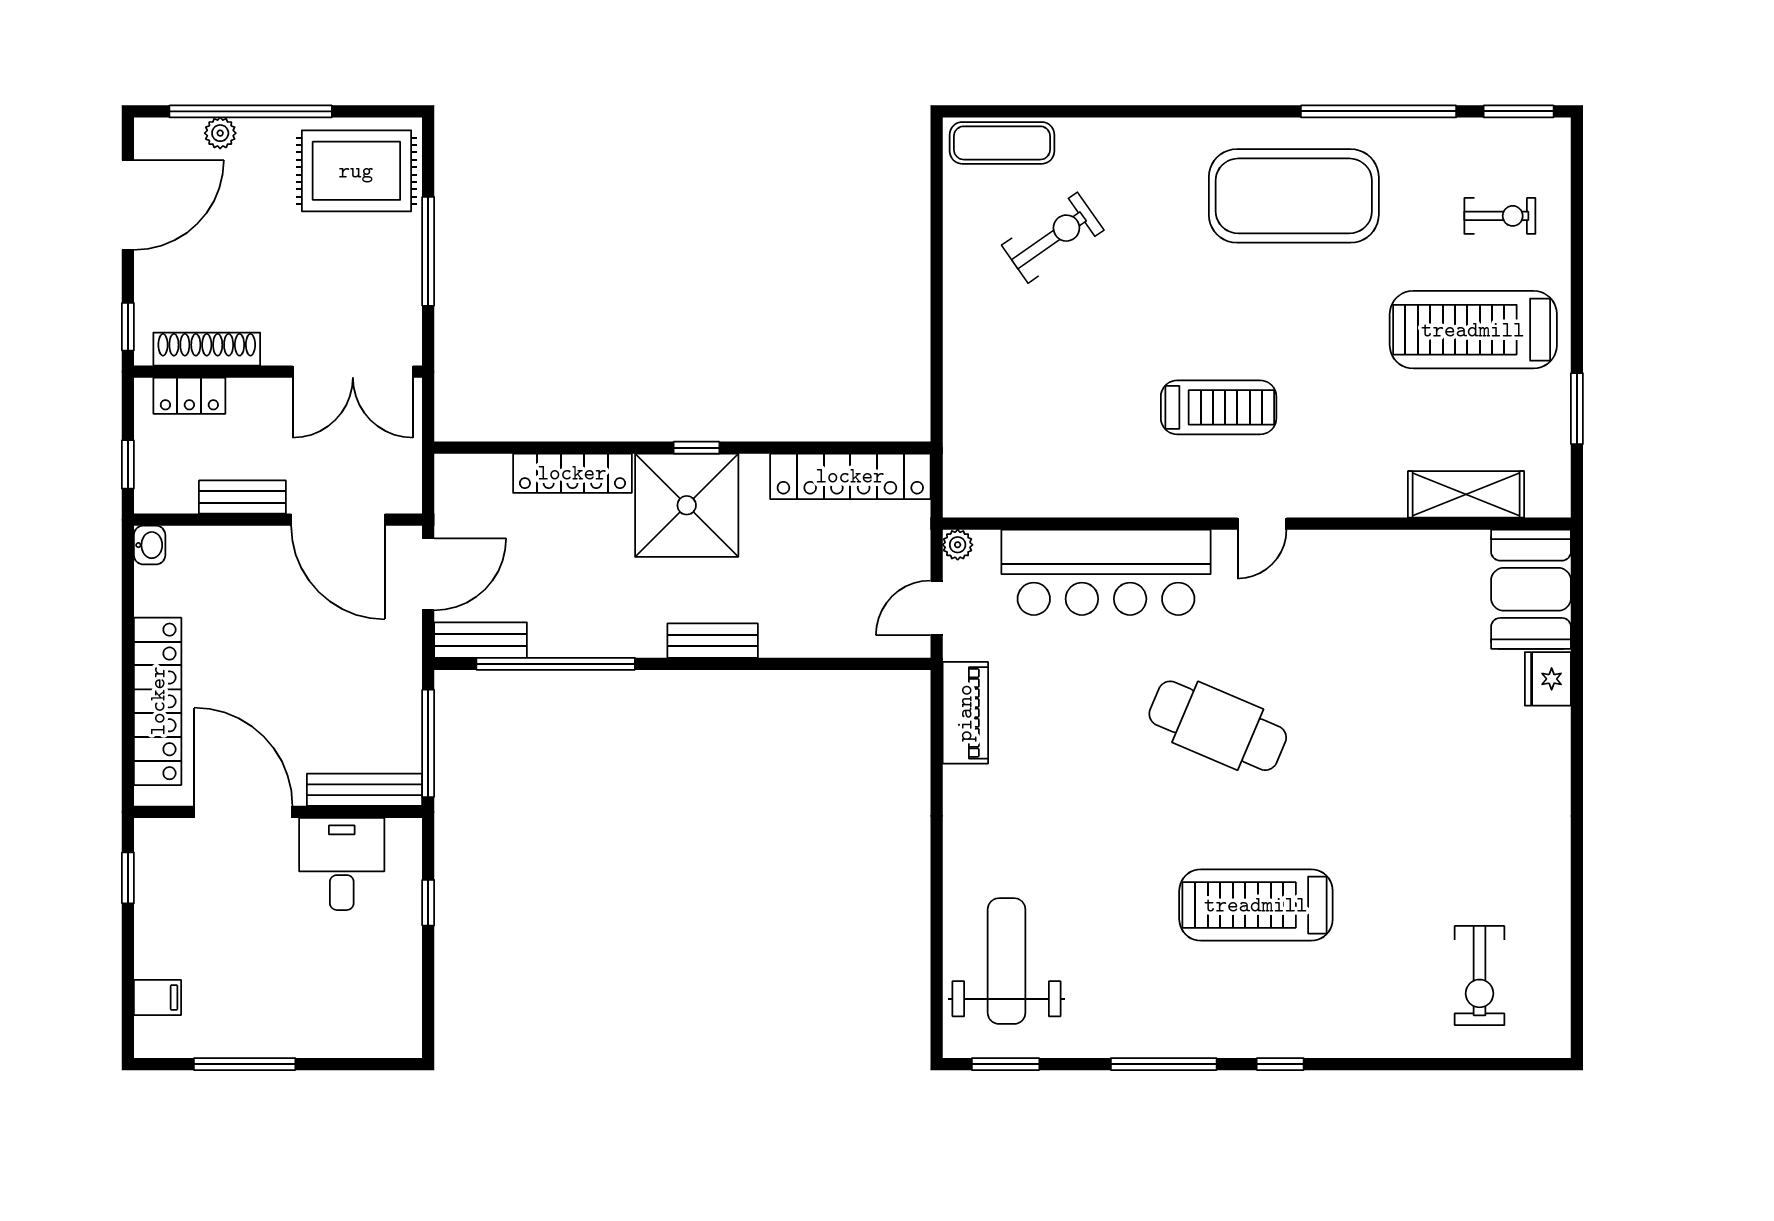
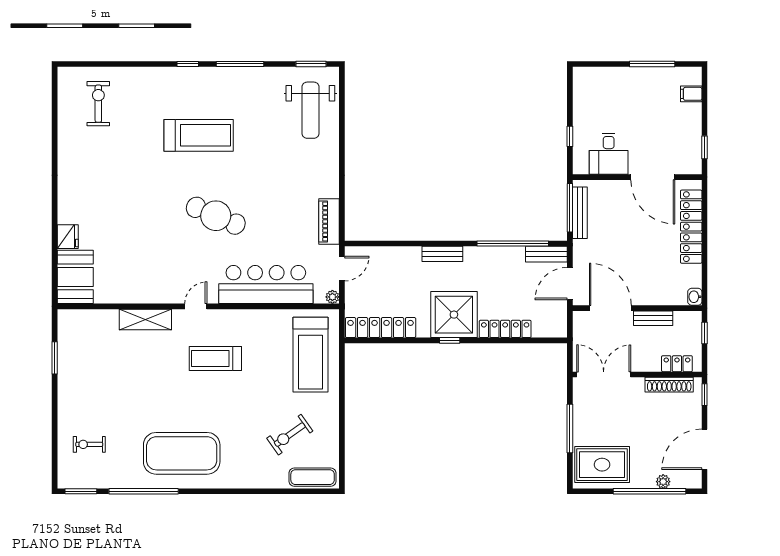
treadmill: (1473, 330) -> (310, 355), moved, turned 90
shelving: (1466, 494) -> (145, 319), moved
bench: (365, 790) -> (580, 213), moved, turned 90

